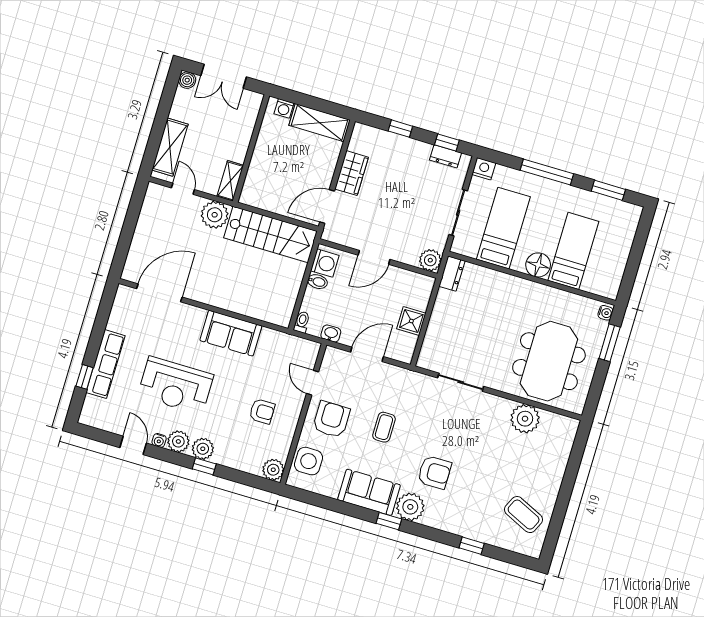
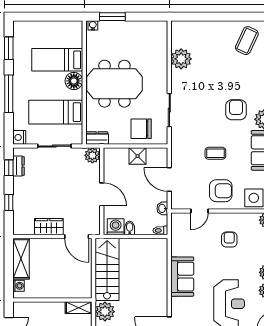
chair: (447, 337) -> (141, 129), added
meeting table: (549, 361) -> (114, 84), moved
armchair: (331, 419) -> (221, 191), turned 180

